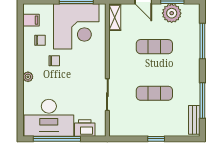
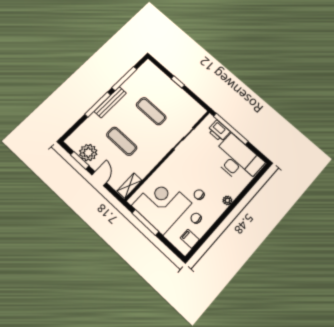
window: (202, 41) -> (98, 105), moved
bench: (194, 120) -> (110, 102), moved, width x1.36
window: (57, 139) -> (231, 129), moved

